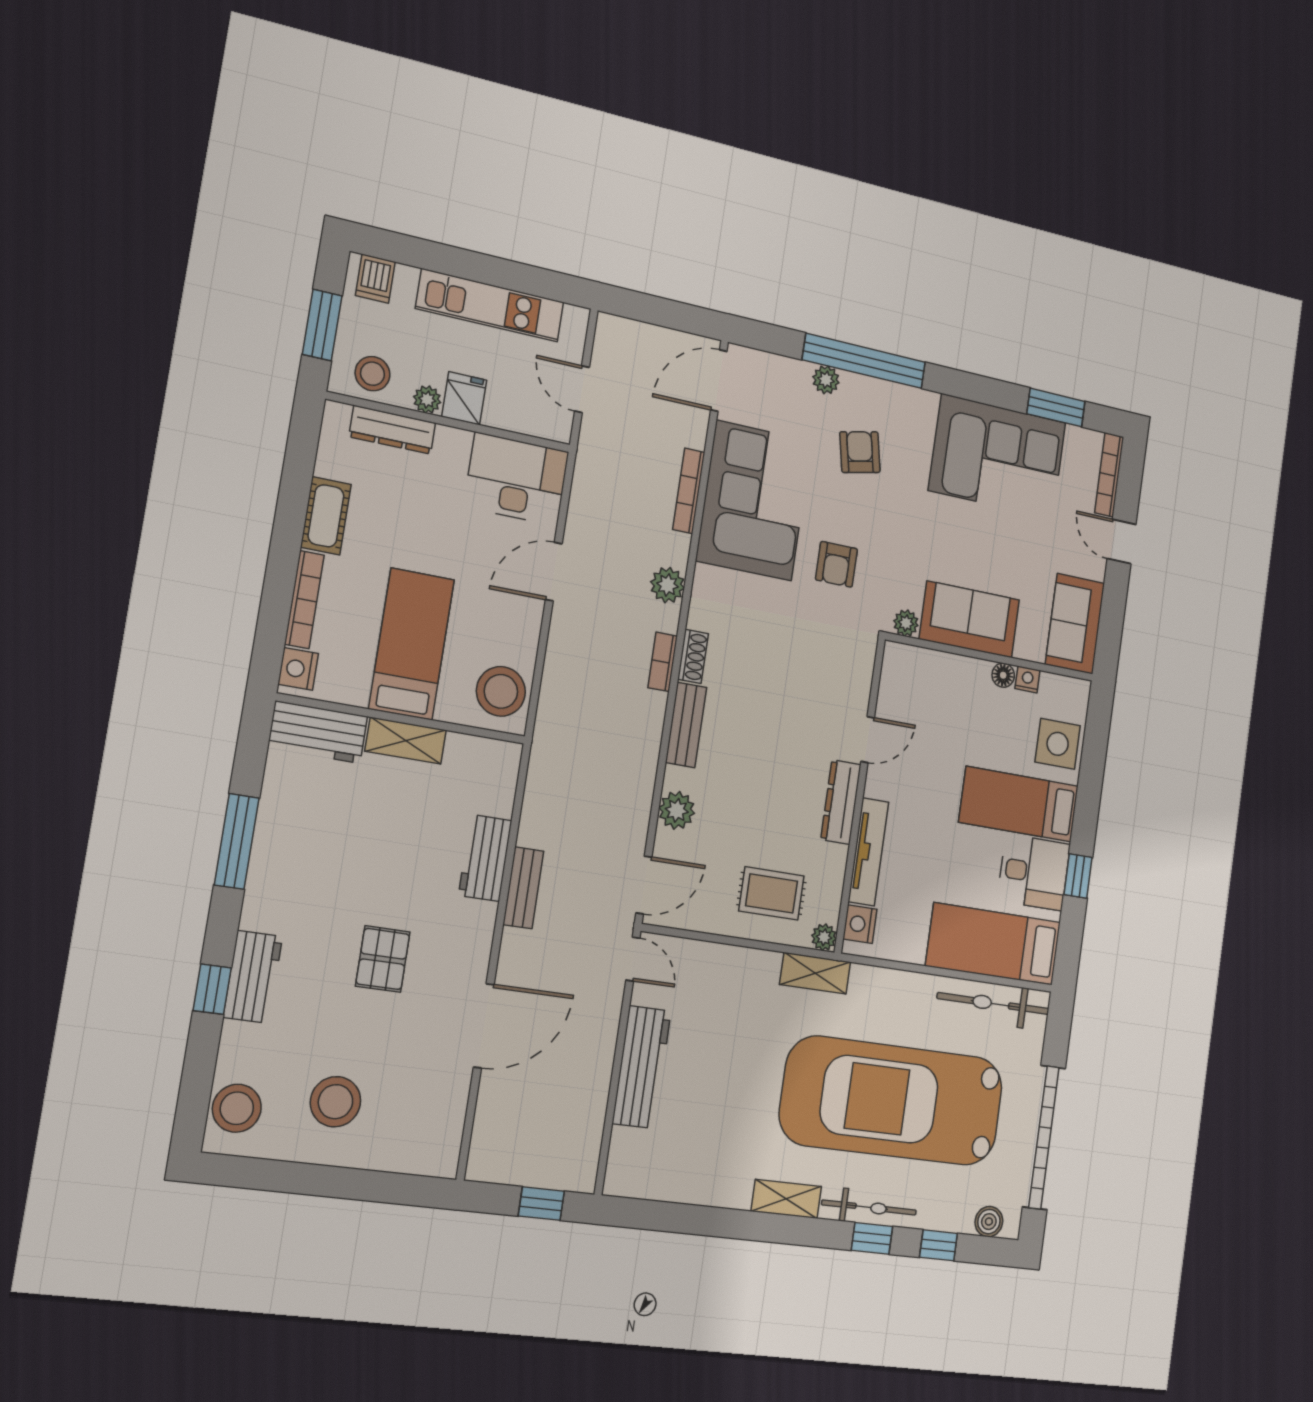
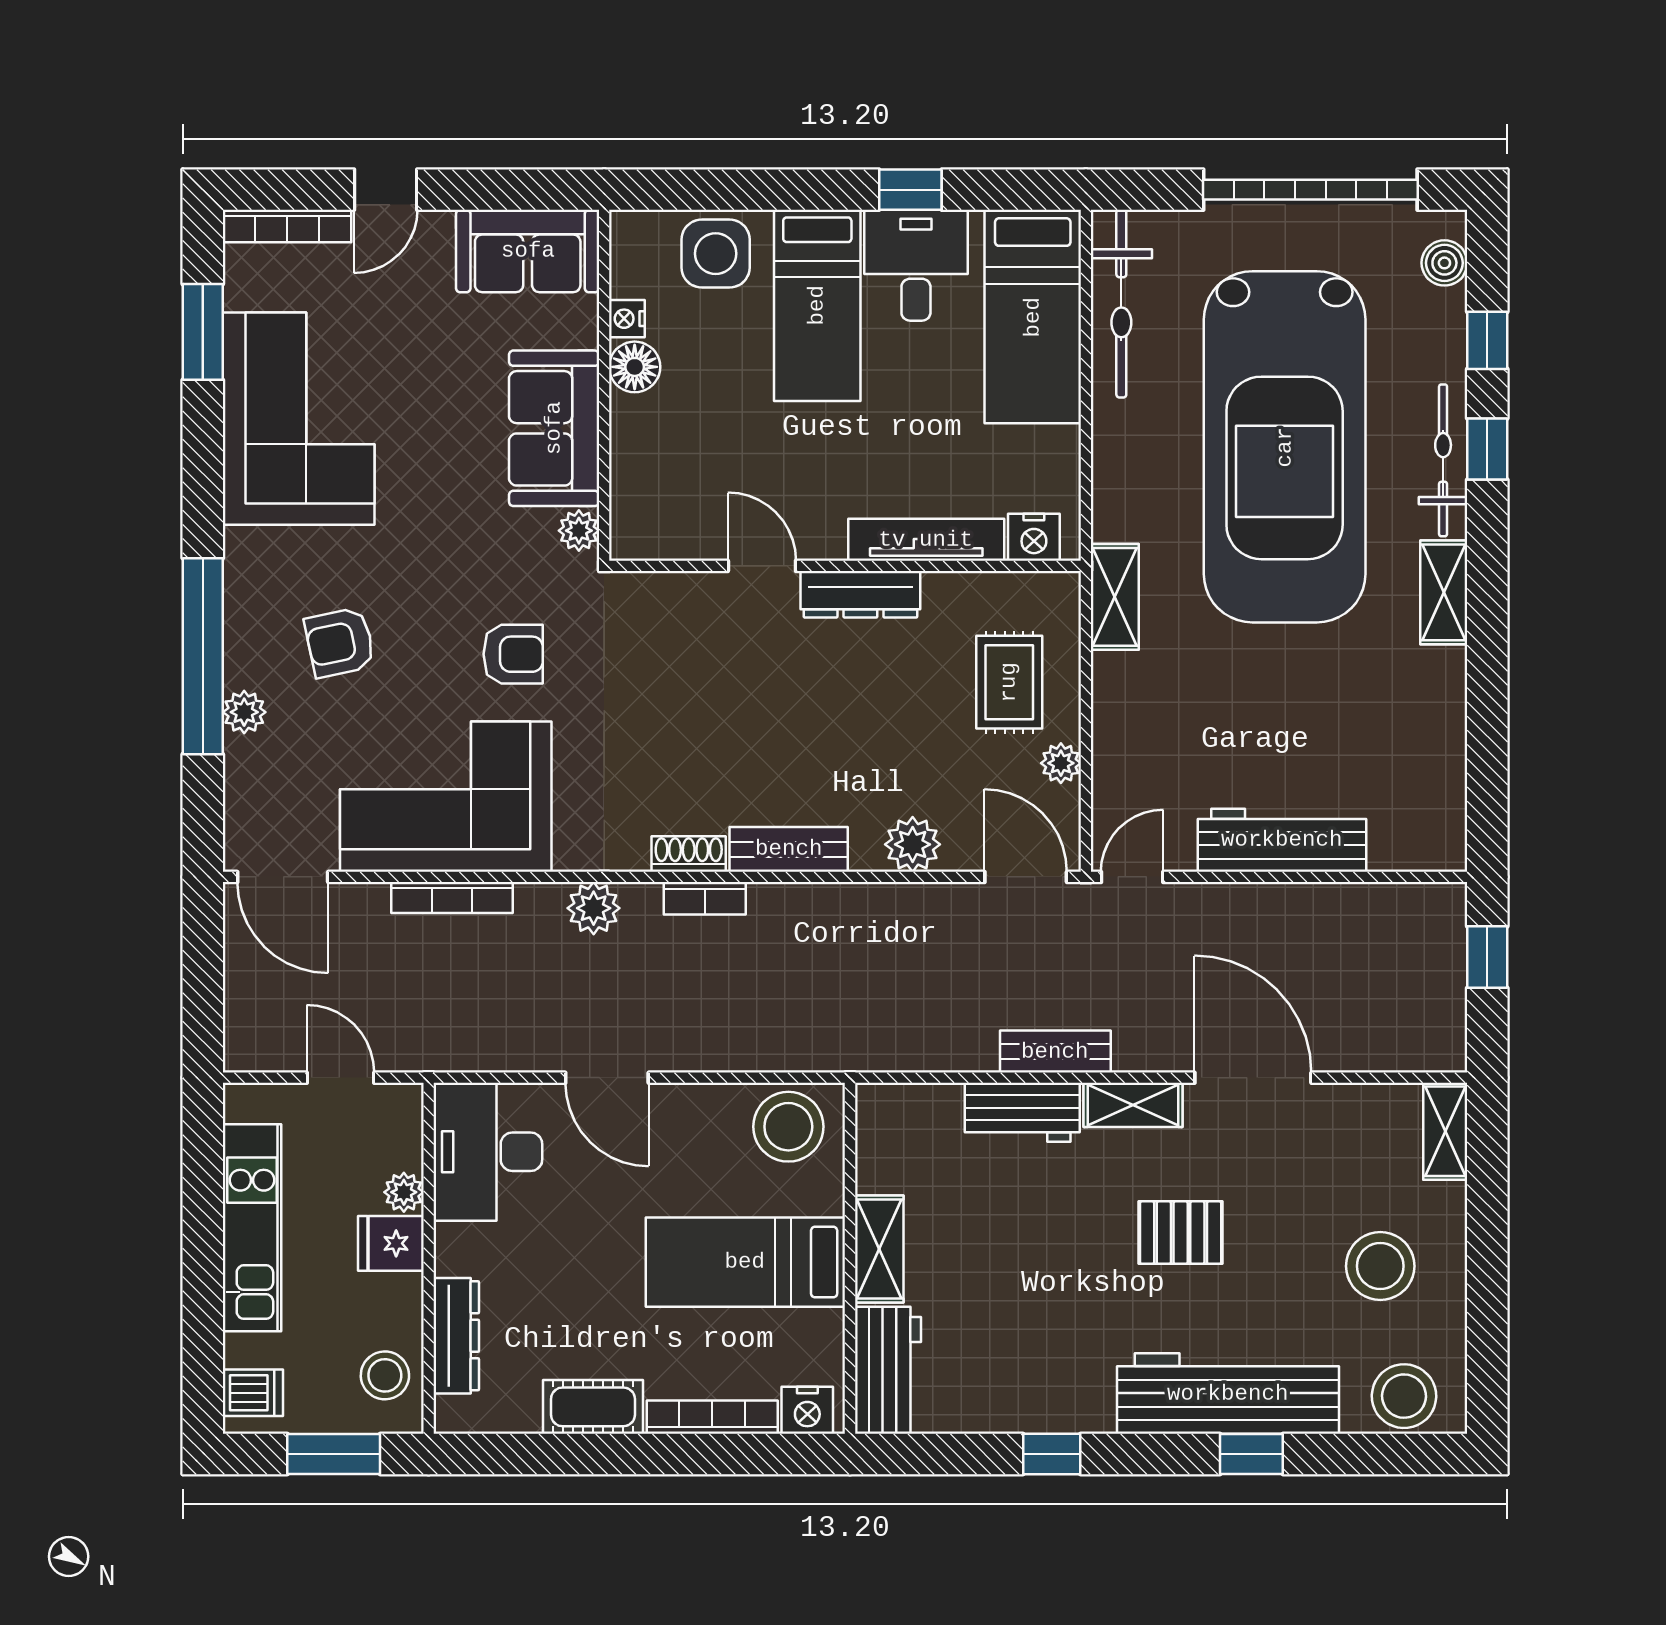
door: (582, 389) -> (341, 1078), swing flipped
plant: (427, 400) -> (404, 1192), moved
floor lamp: (1003, 675) -> (635, 367), width x1.37, depth x1.37
window: (237, 841) -> (1052, 1454), width x0.46
shelving: (478, 937) -> (1133, 1105), added
plant: (824, 937) -> (1061, 763), moved
workbench: (253, 977) -> (1228, 1394), width x1.88, depth x1.32
shelving: (425, 1160) -> (1445, 1131), added

